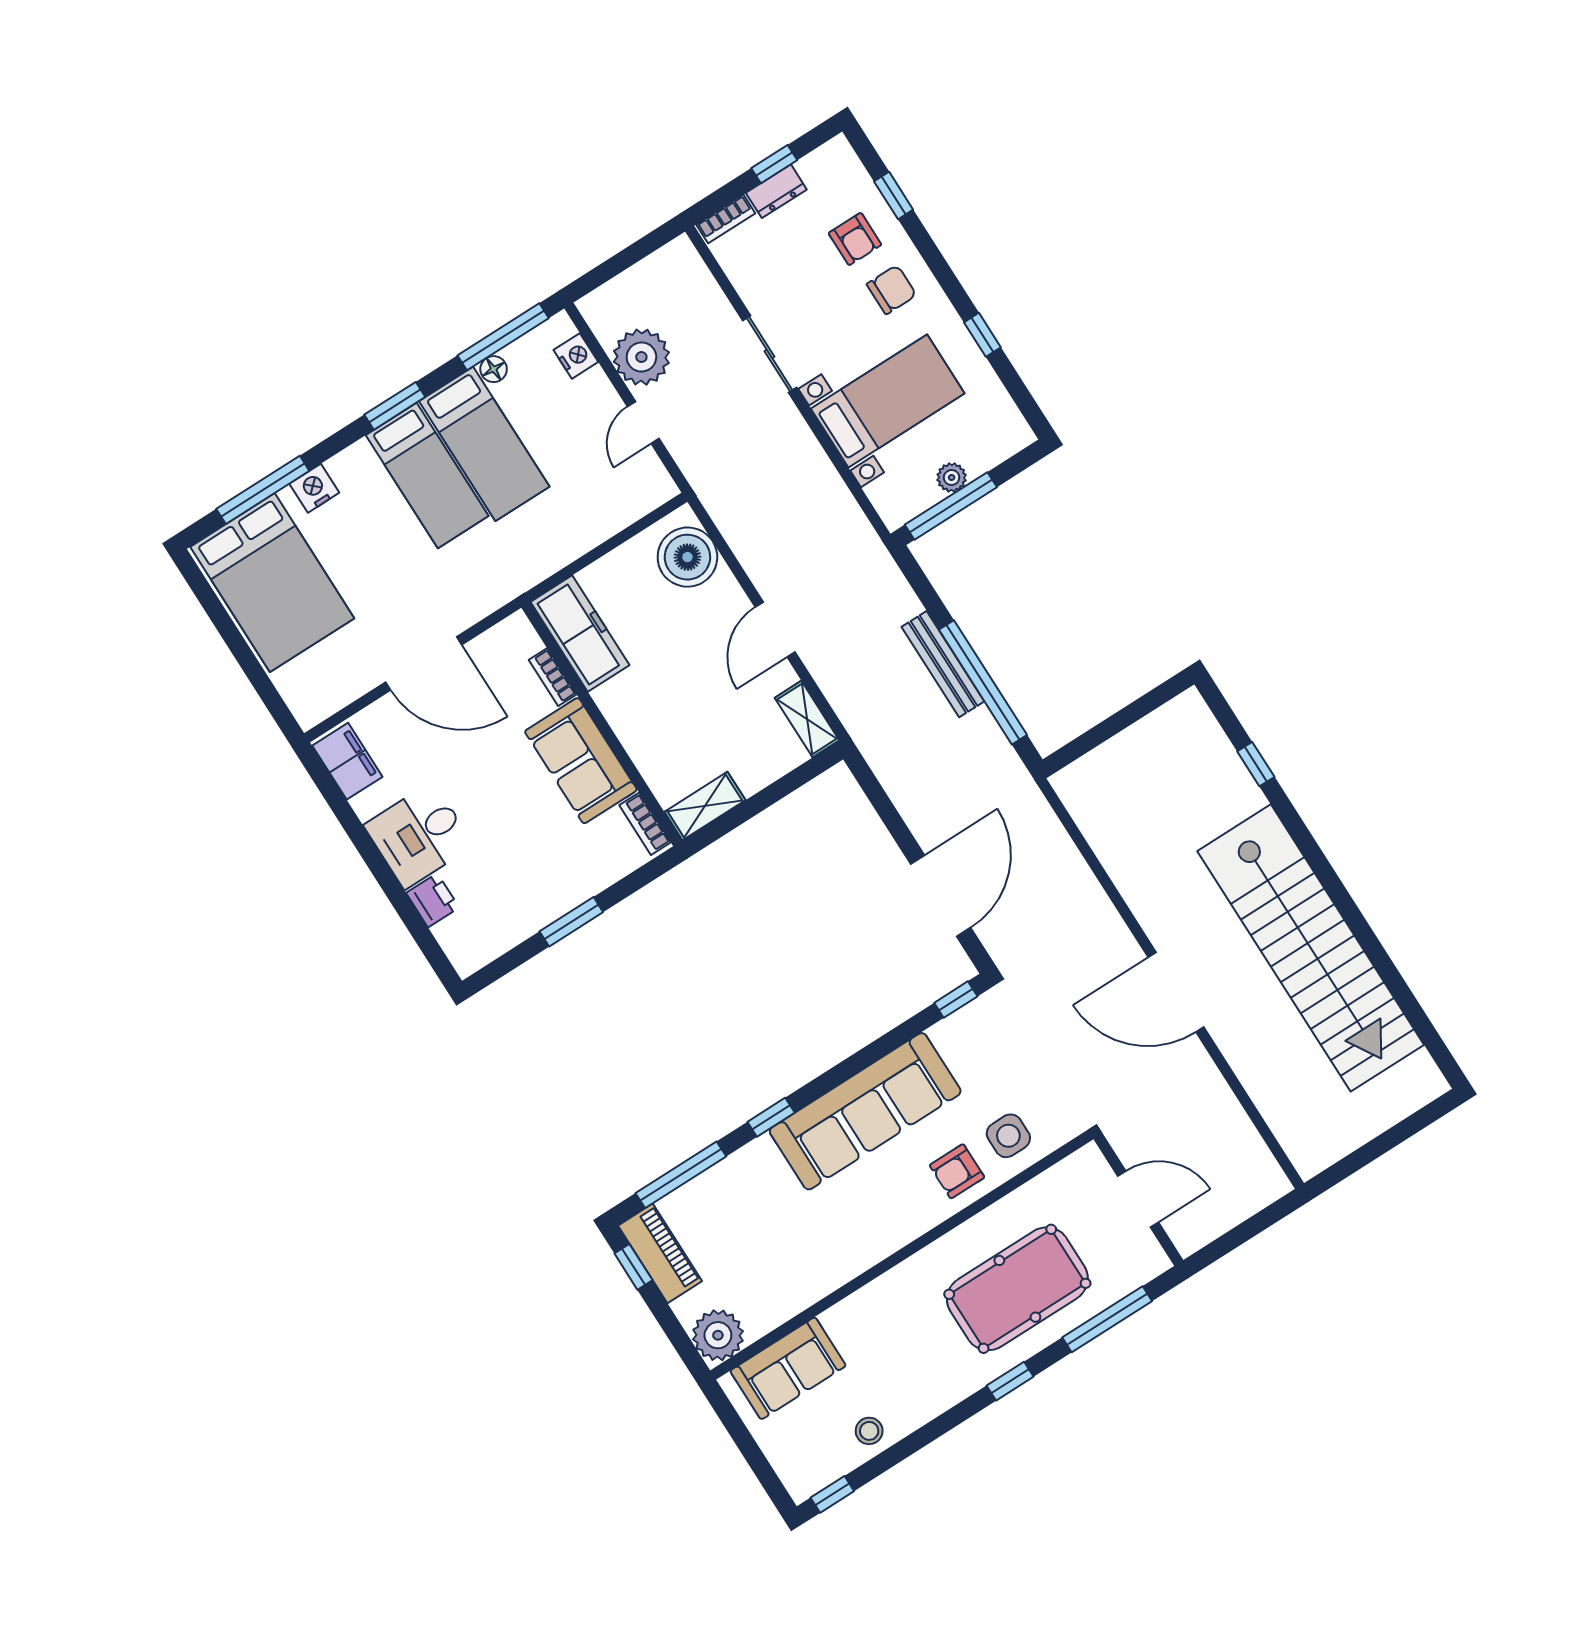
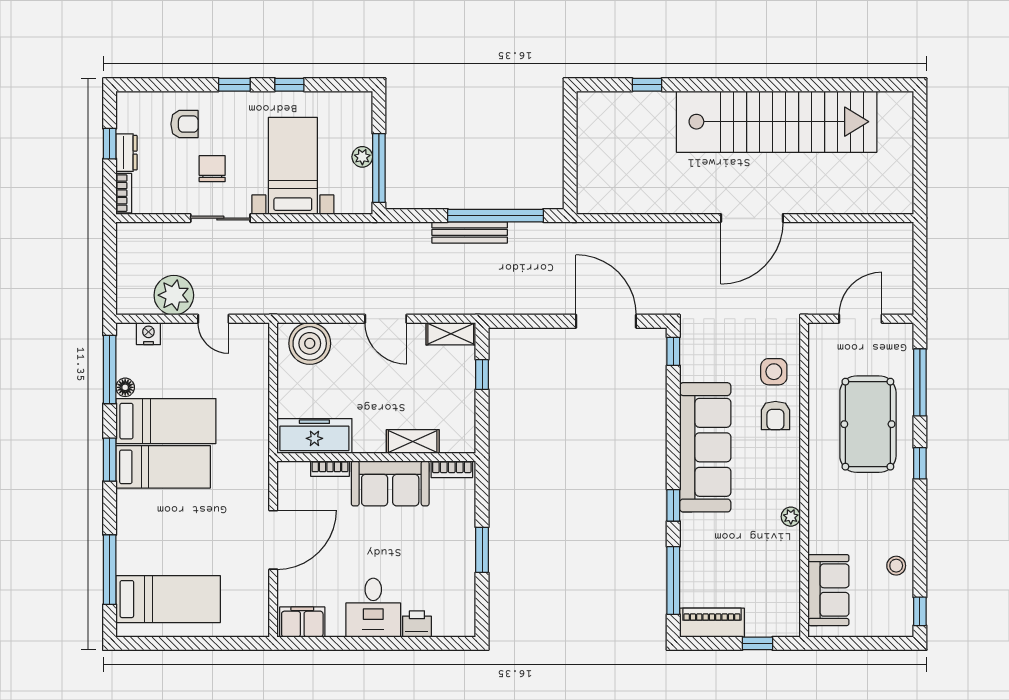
window: (894, 196) -> (234, 85), moved
chair: (892, 290) -> (212, 169), moved
nightstand: (314, 488) -> (128, 539), removed
bed: (272, 583) -> (168, 599), width x0.67
window: (782, 788) -> (482, 375), added
shelving: (705, 806) -> (413, 442), moved, turned 90
window: (633, 1267) -> (757, 643), moved
plant: (718, 1335) -> (791, 517), moved, width x0.53, depth x0.53

